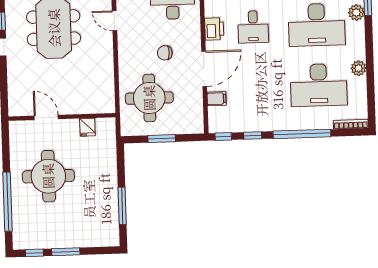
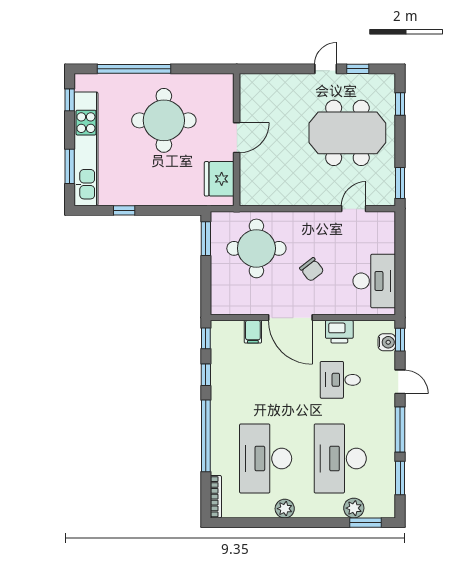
chair: (165, 53) -> (312, 269), turned 142
door: (46, 117) -> (237, 138), moved
fridge: (87, 127) -> (219, 179), width x1.88, depth x1.34
window: (162, 139) -> (206, 239), moved
window: (122, 206) -> (124, 210), width x0.46
kitchen unit: (73, 238) -> (86, 149), added
window: (66, 252) -> (70, 166), moved

